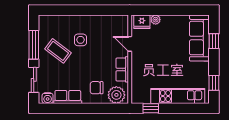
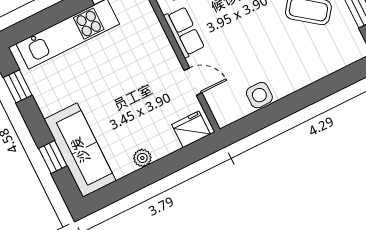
plant: (156, 20) -> (142, 158), moved
side table: (80, 40) -> (259, 95), moved

